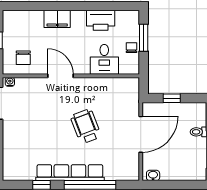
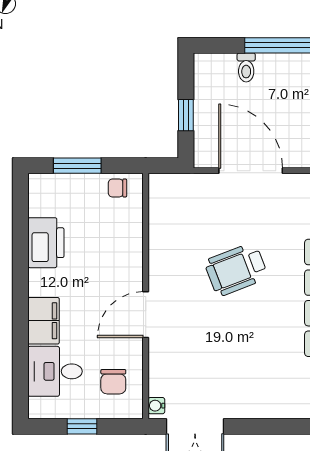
chair: (132, 48) -> (117, 188), moved
chair: (23, 58) -> (113, 382), turned 90
desk: (104, 59) -> (55, 371), moved, turned 180

